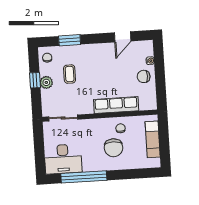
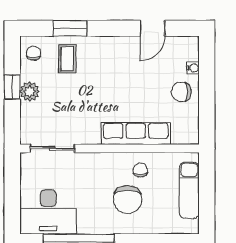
coffee table: (70, 74) -> (67, 59), moved

